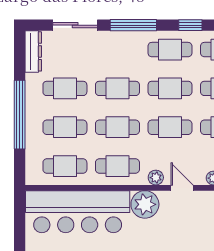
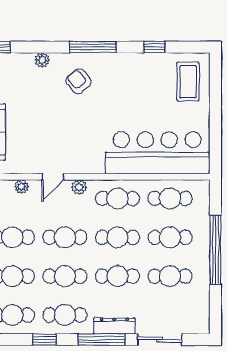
dresser: (33, 51) -> (114, 326), moved, turned 90
door: (182, 188) -> (53, 177), hinge flipped
plant: (145, 204) -> (90, 160), removed

